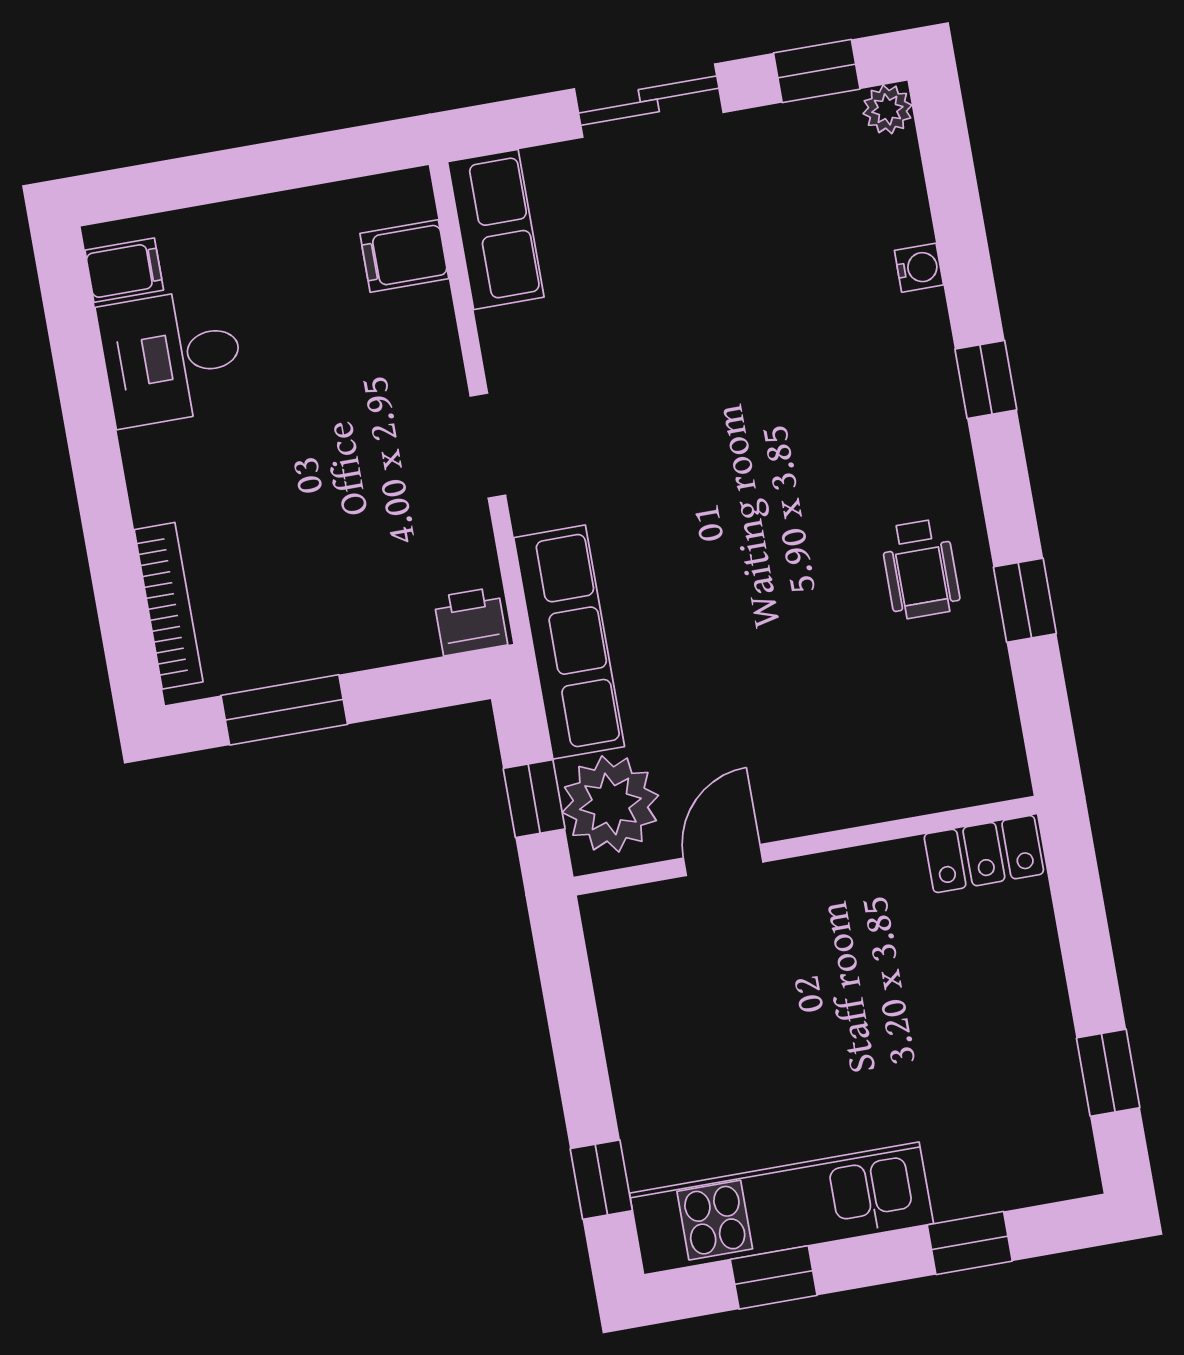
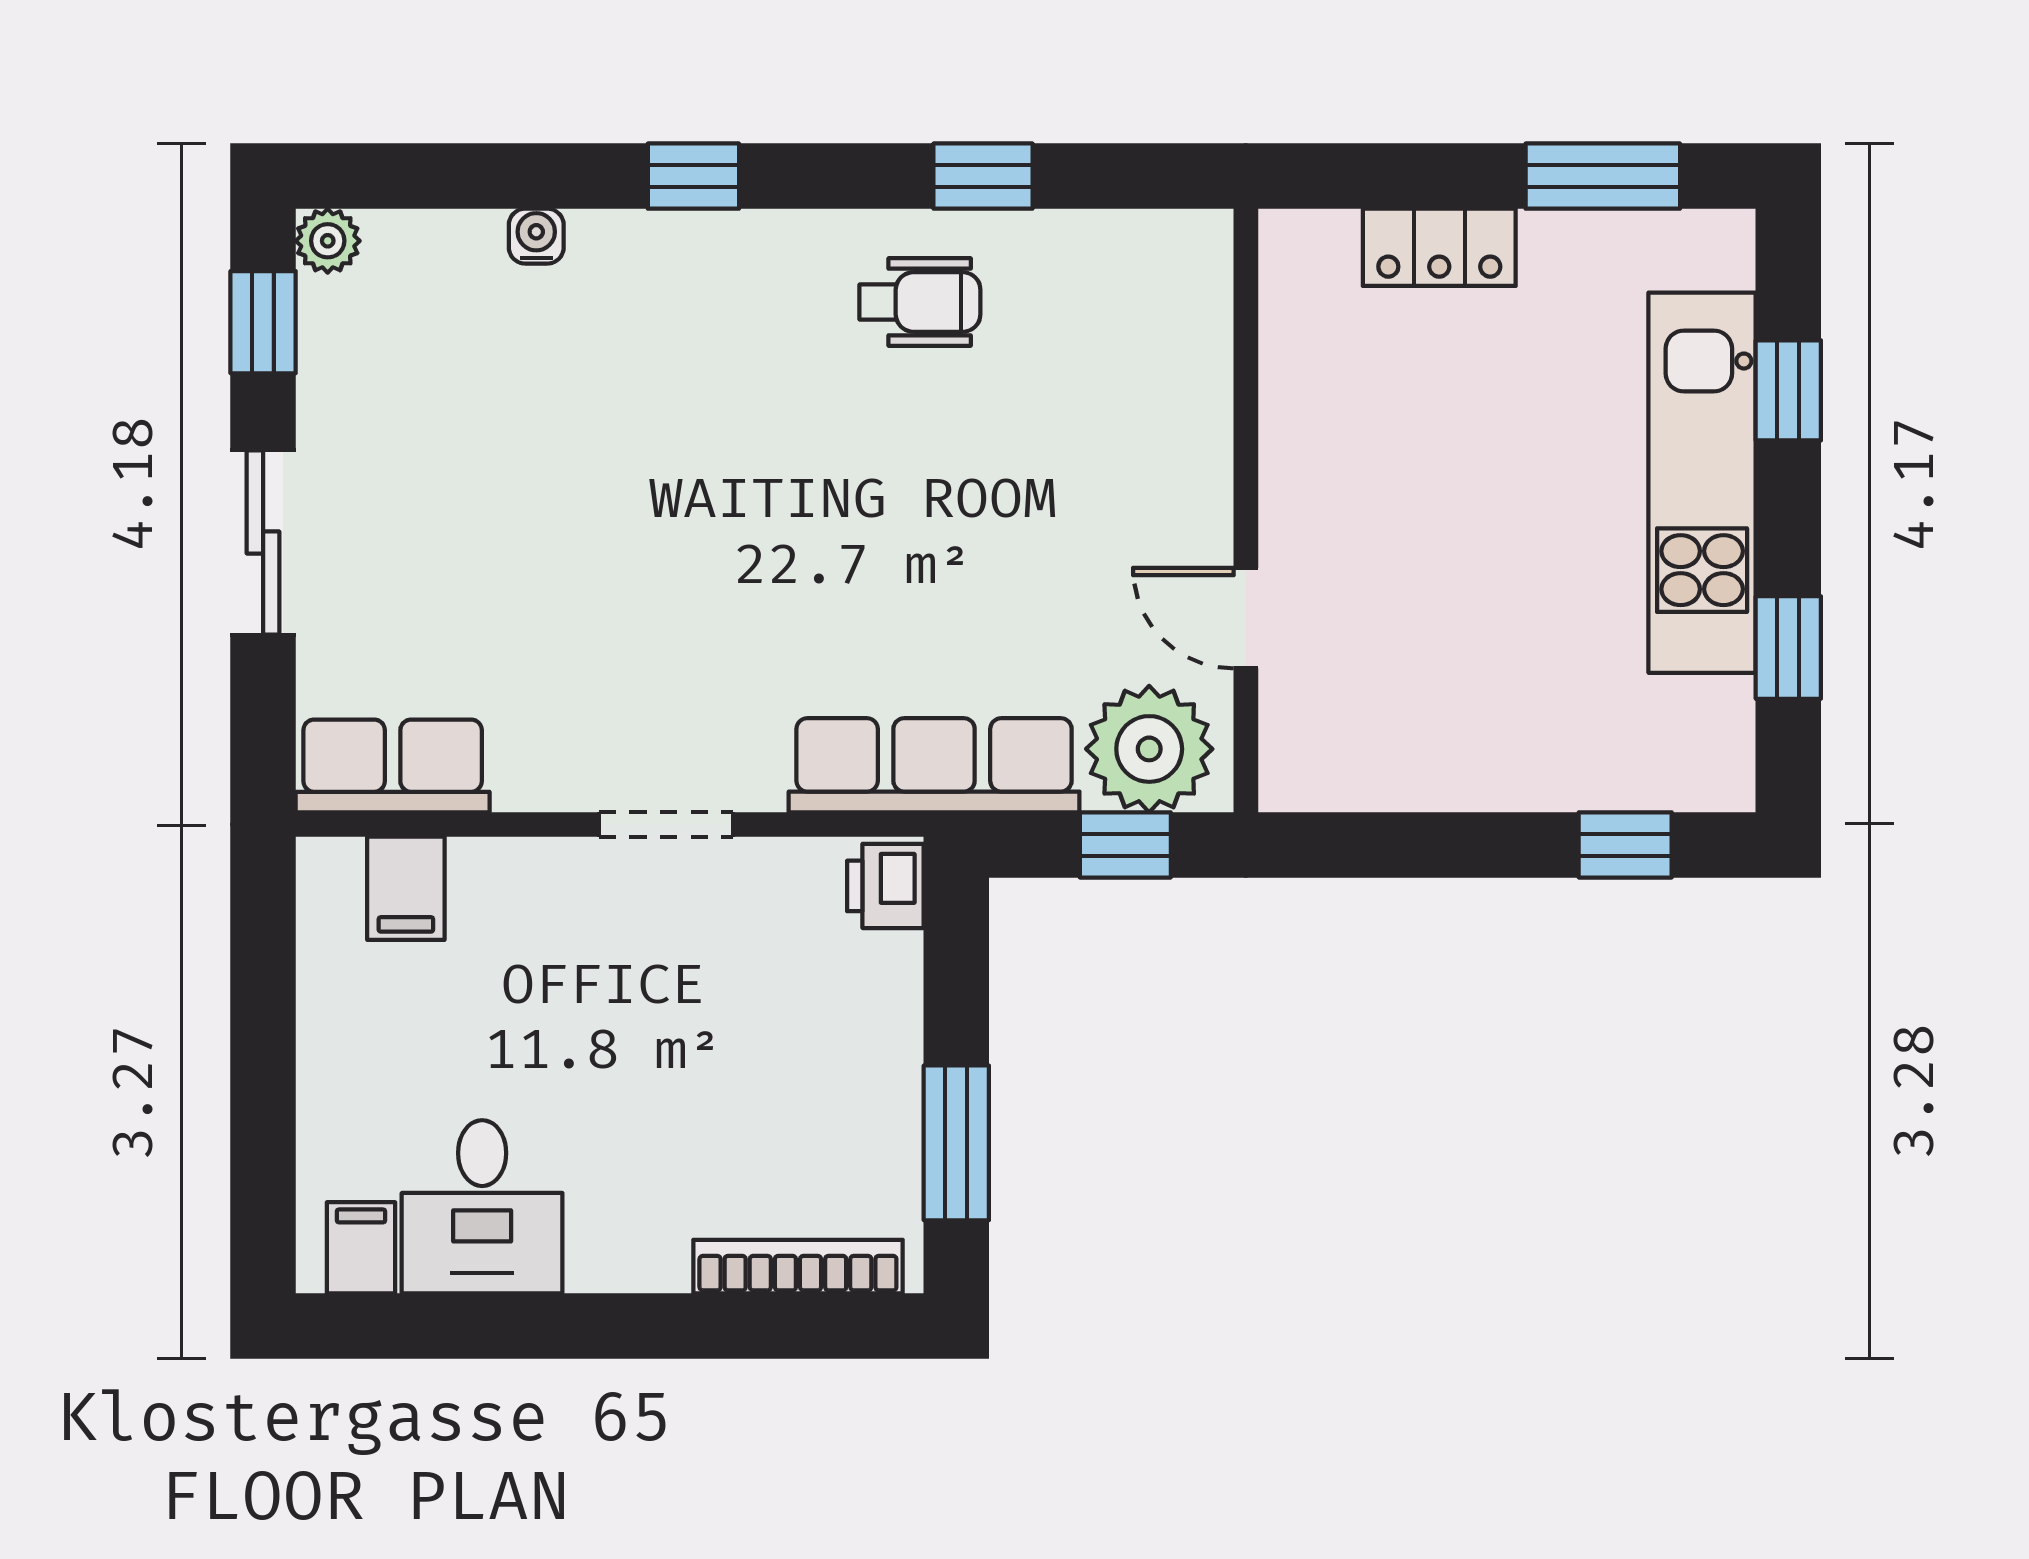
locker: (984, 854) -> (1439, 247), moved, turned 90
window: (1108, 1073) -> (1603, 176), width x1.50
kitchen unit: (781, 1208) -> (1702, 483), moved

